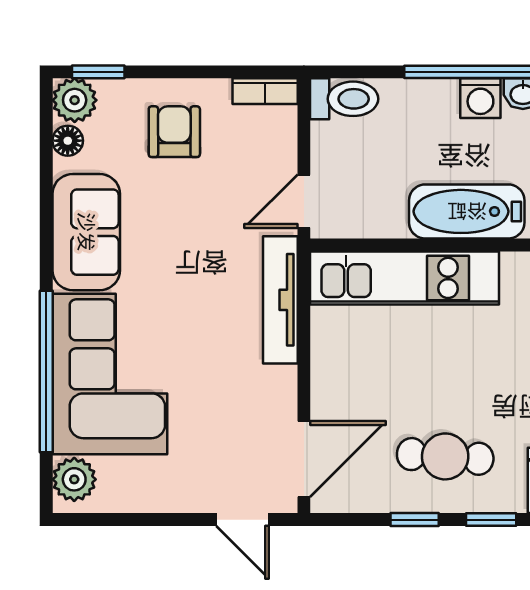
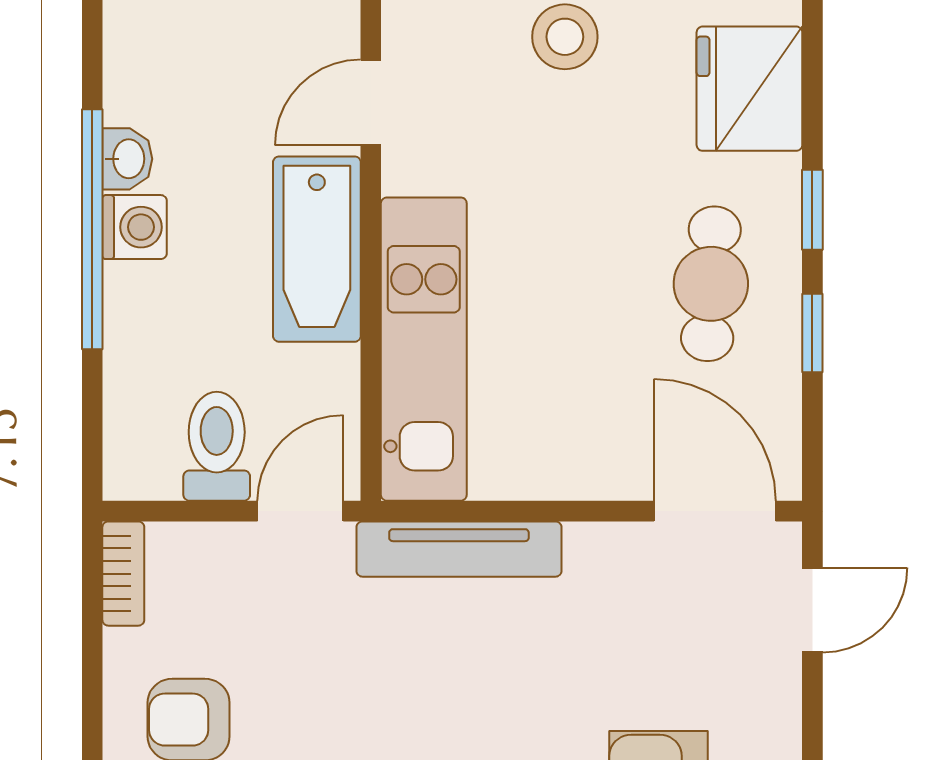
toilet: (344, 99) -> (217, 446), moved
door: (304, 201) -> (300, 511), swing flipped

